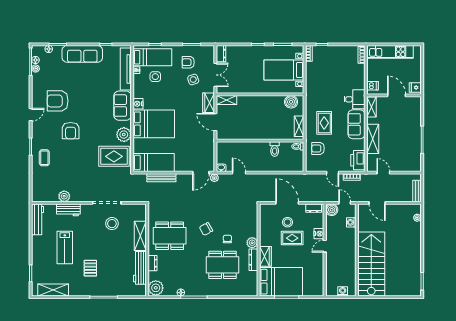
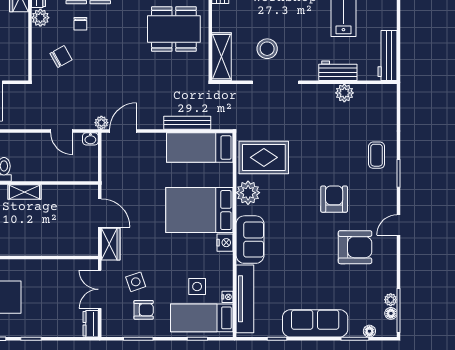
shelving: (227, 100) -> (24, 192), moved
chair: (206, 229) -> (61, 57), moved
shelving: (140, 236) -> (221, 57), moved

